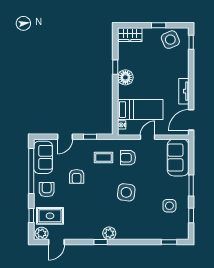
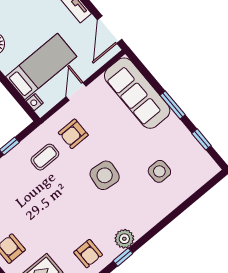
sofa: (178, 158) -> (137, 93), width x1.36
armchair: (77, 176) -> (88, 254), moved
side table: (169, 206) -> (159, 171), moved
window: (169, 242) -> (202, 191), removed

